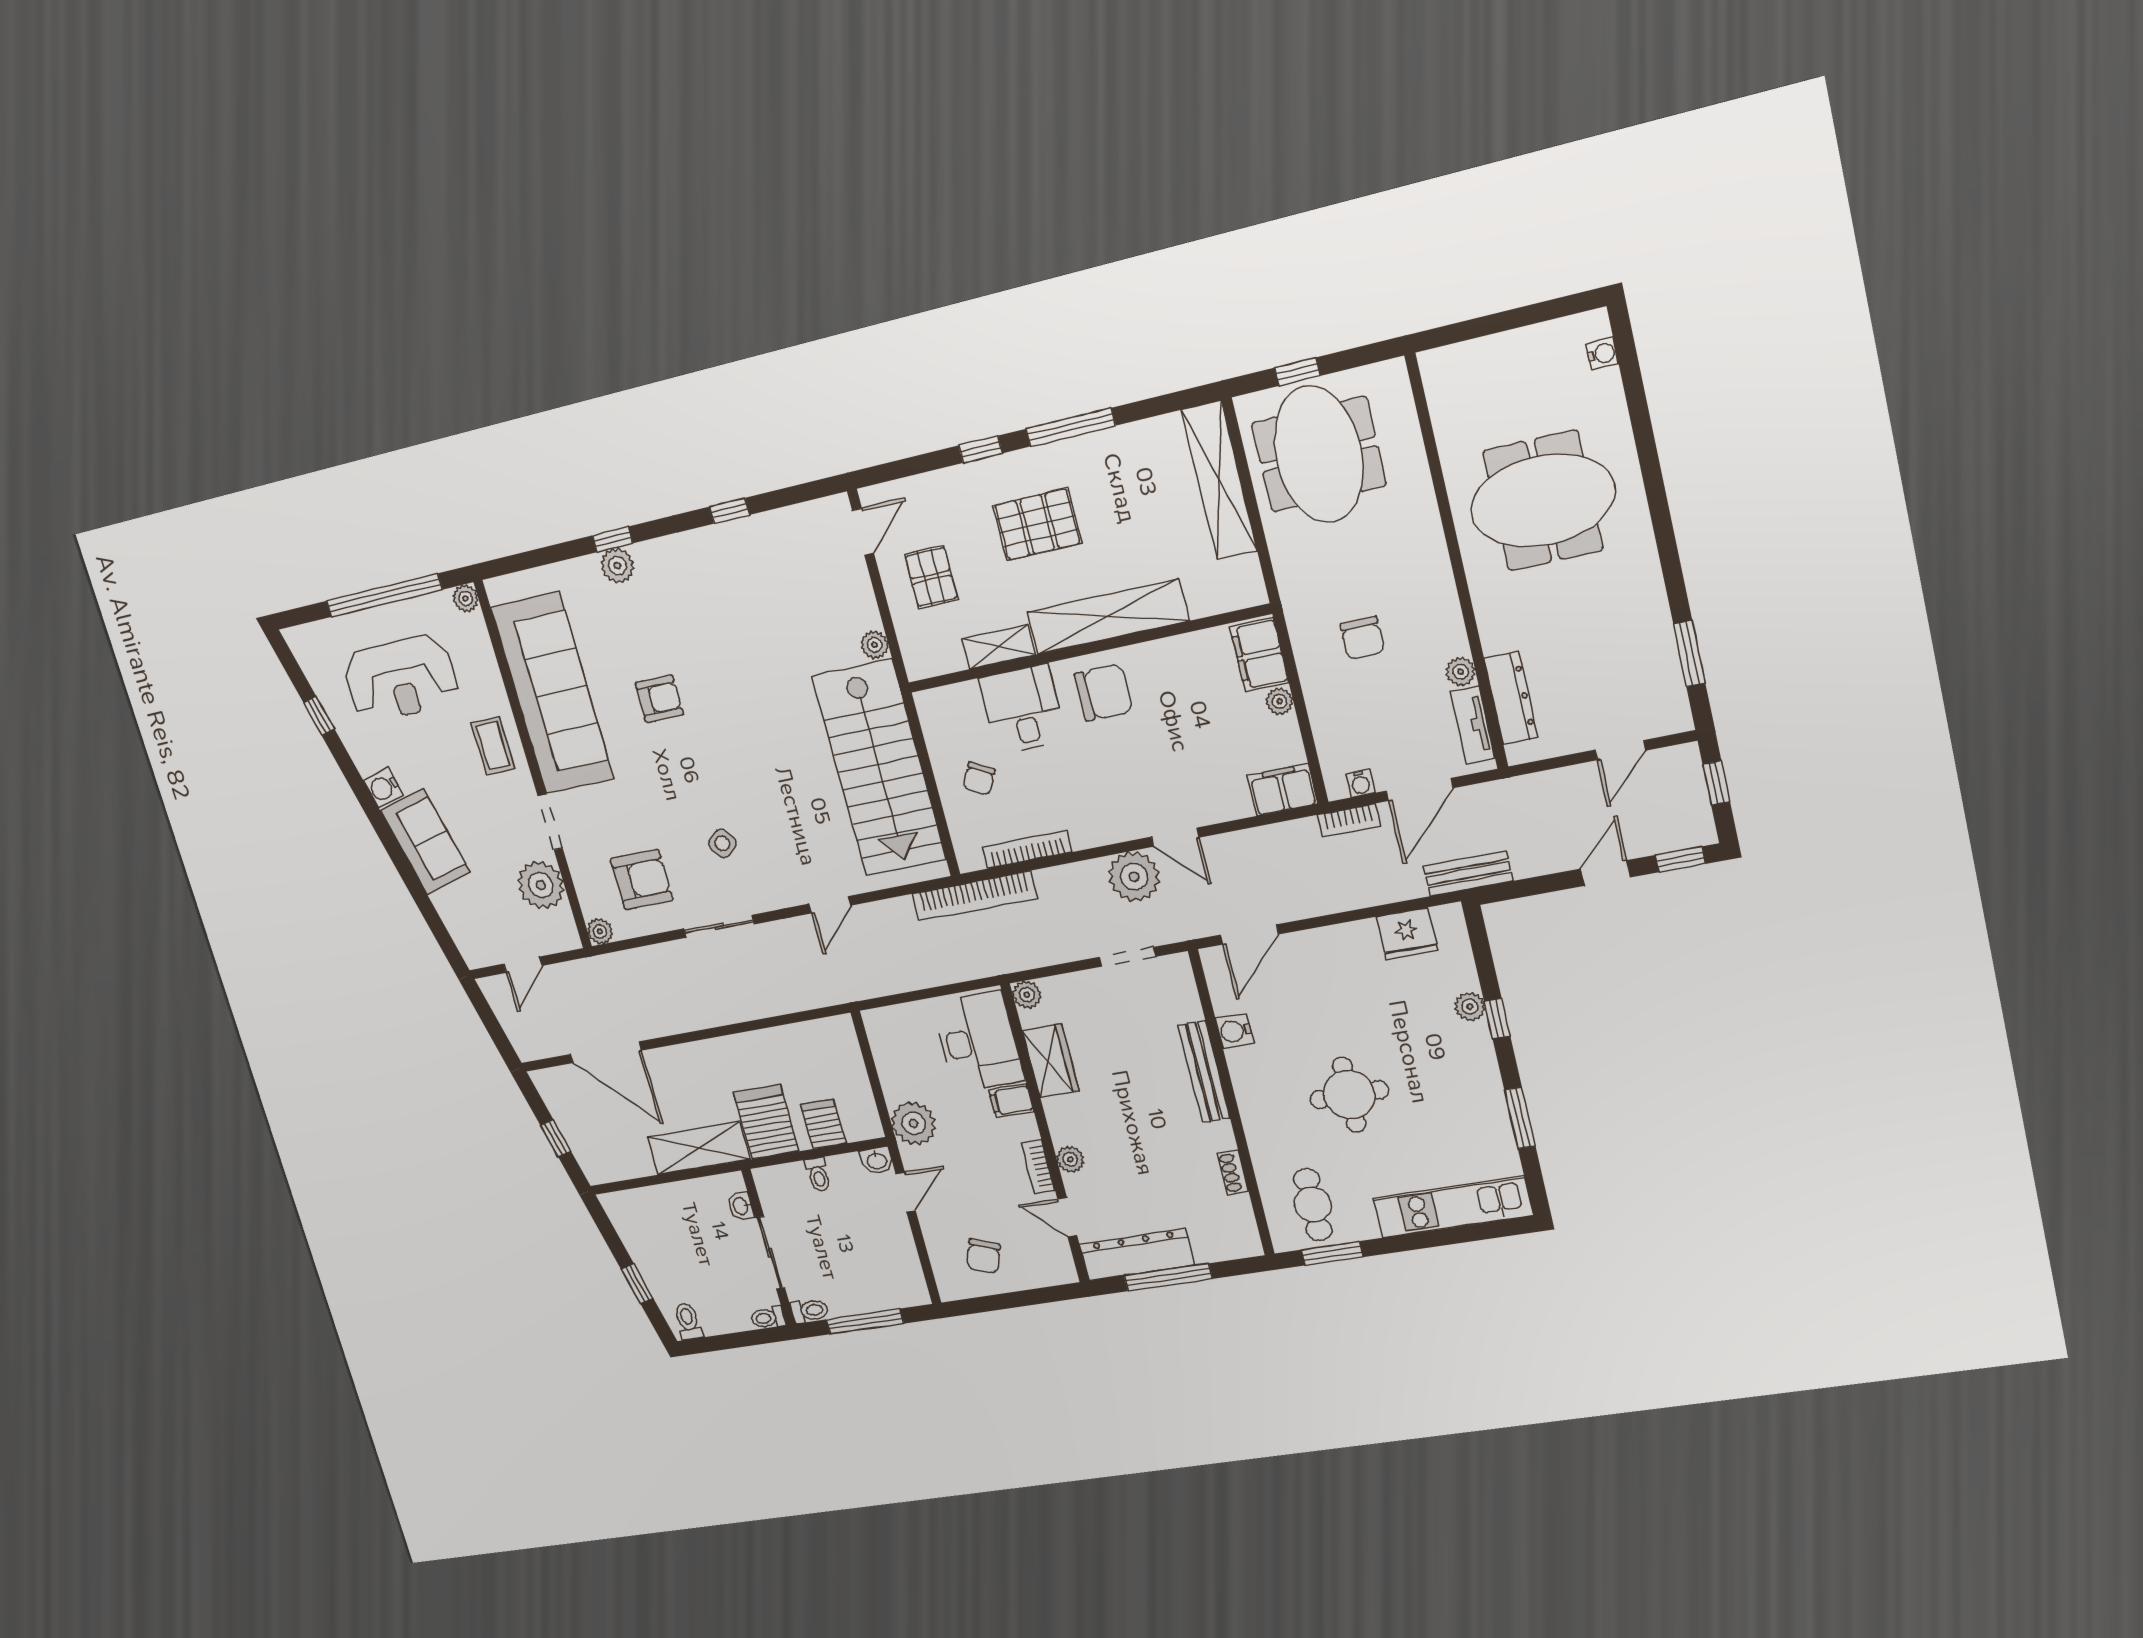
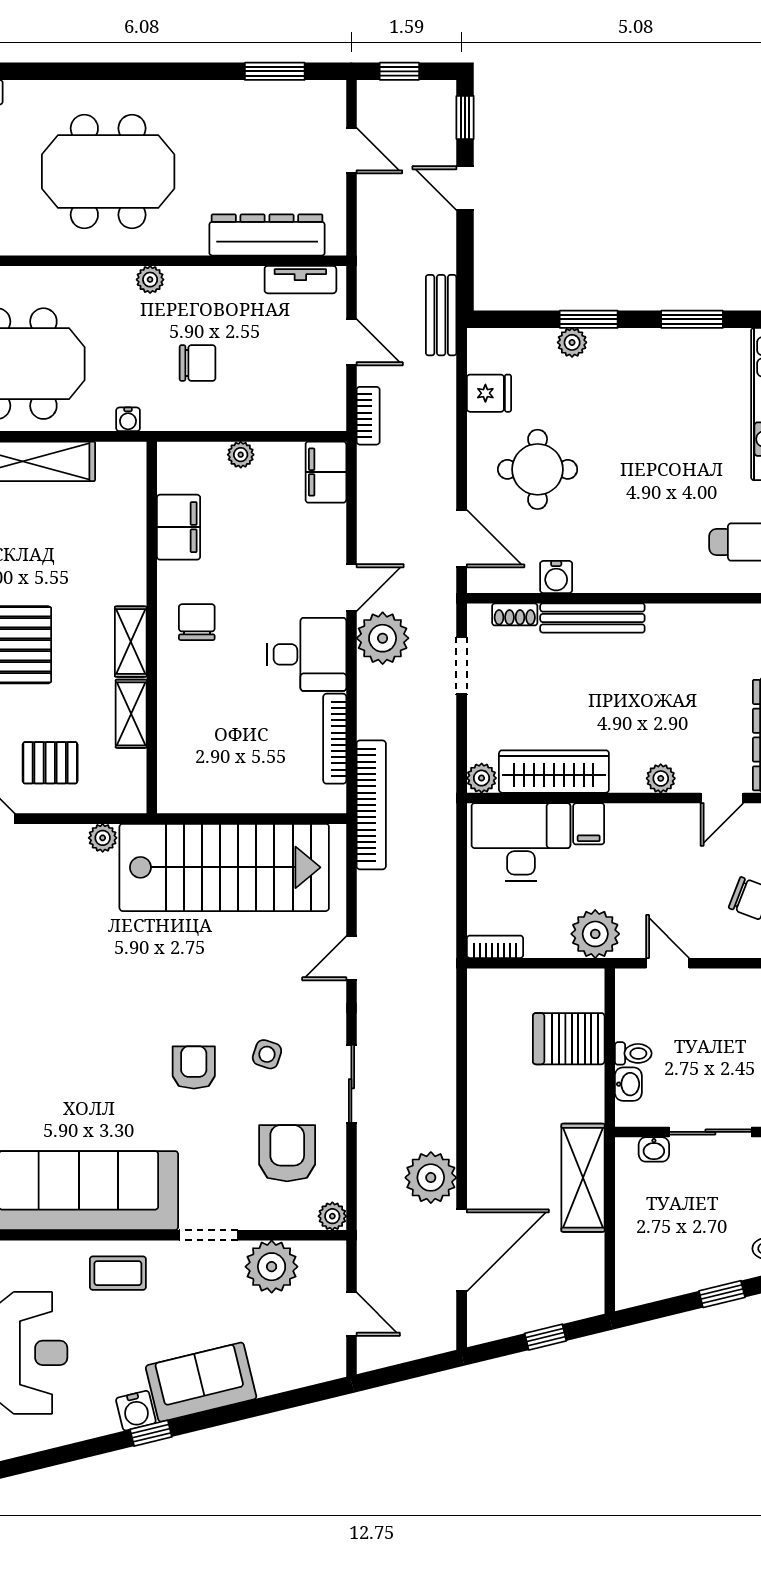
meeting table: (1543, 501) -> (108, 172), turned 90
shelving: (1108, 617) -> (131, 642), width x0.45, depth x0.75
filing cabinet: (1259, 654) -> (179, 527), moved, turned -90
plant: (1461, 672) -> (150, 280), moved
chair: (1104, 693) -> (197, 622), width x0.73, depth x0.73
dresser: (1511, 698) -> (267, 235), width x1.37, depth x1.24
armchair: (659, 699) -> (194, 1068), moved
desk: (1023, 709) -> (307, 654), moved, turned 180
window: (319, 716) -> (151, 1433), moved
chair: (979, 779) -> (255, 768), removed
water cooler: (1360, 783) -> (128, 419), moved, turned 90
door: (1420, 789) -> (351, 342), width x0.73
side table: (722, 843) -> (267, 1054), turned -33
door: (830, 905) -> (351, 958), swing flipped
fridge: (1407, 934) -> (489, 393), width x0.72
plant: (659, 1014) -> (431, 1178), added
window: (1497, 1019) -> (589, 319), width x1.50
wardrobe: (1051, 1061) -> (554, 772), width x1.50
round table: (1349, 1095) -> (538, 469), moved
server rack: (766, 1122) -> (567, 1094), removed
server rack: (823, 1124) -> (569, 1039), width x1.36, depth x1.44
washbasin: (877, 1160) -> (628, 1084), moved
bookcase: (1038, 1167) -> (495, 947), moved, turned 180
shoe rack: (1233, 1172) -> (515, 614), moved

